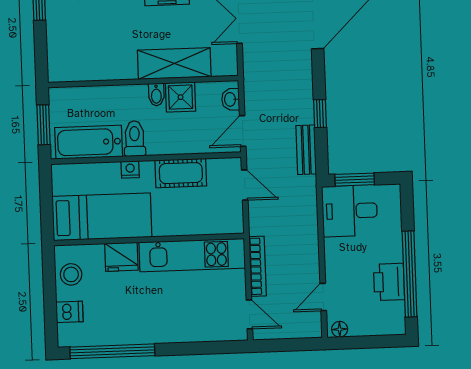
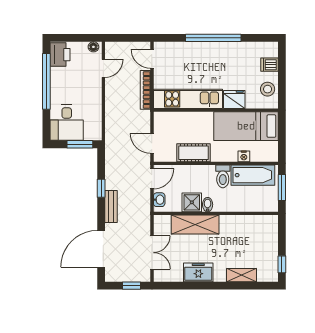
bench: (306, 150) -> (111, 206), moved
nightstand: (130, 169) -> (244, 156), moved
desk: (350, 211) -> (67, 123), moved, turned 90
printer: (389, 282) -> (60, 55), moved
window: (112, 351) -> (213, 38), moved

